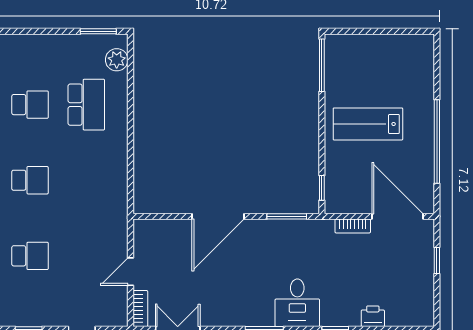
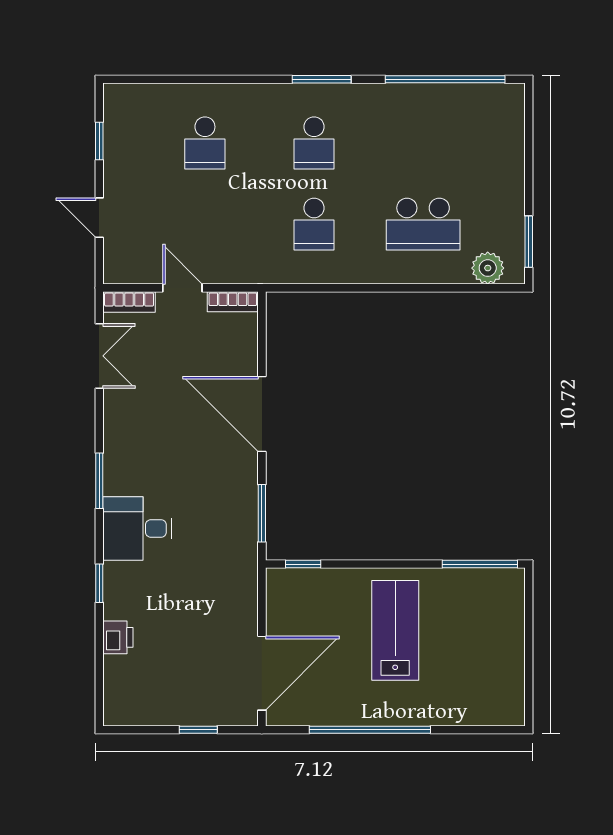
school desk: (30, 105) -> (314, 224), moved
bookcase: (353, 226) -> (233, 302), moved, turned -90

